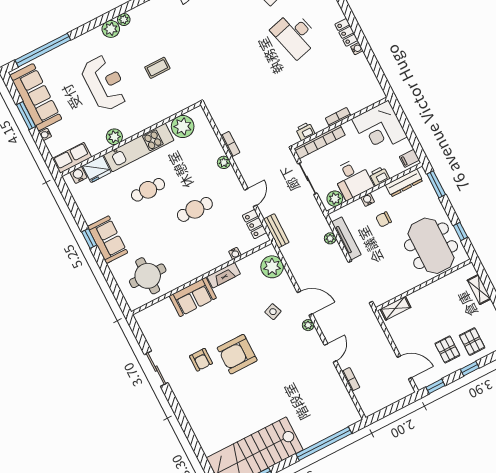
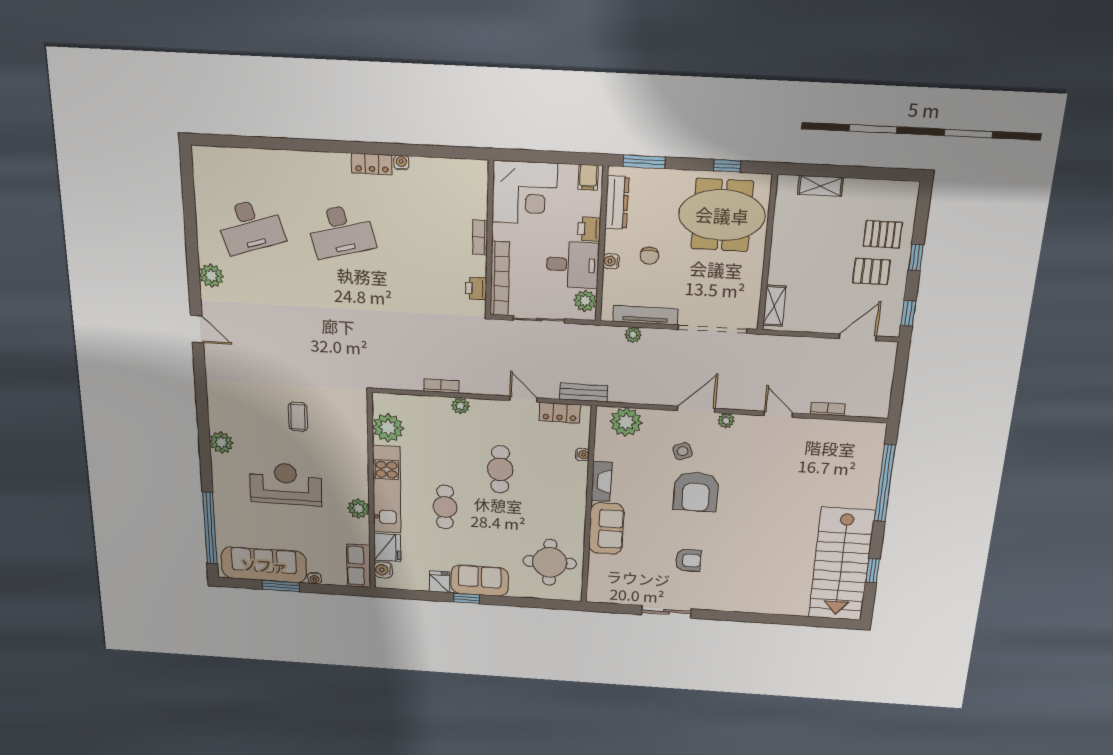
plant: (124, 19) -> (217, 422), removed
fridge: (91, 215) -> (439, 582), added
armchair: (237, 354) -> (696, 492), moved

